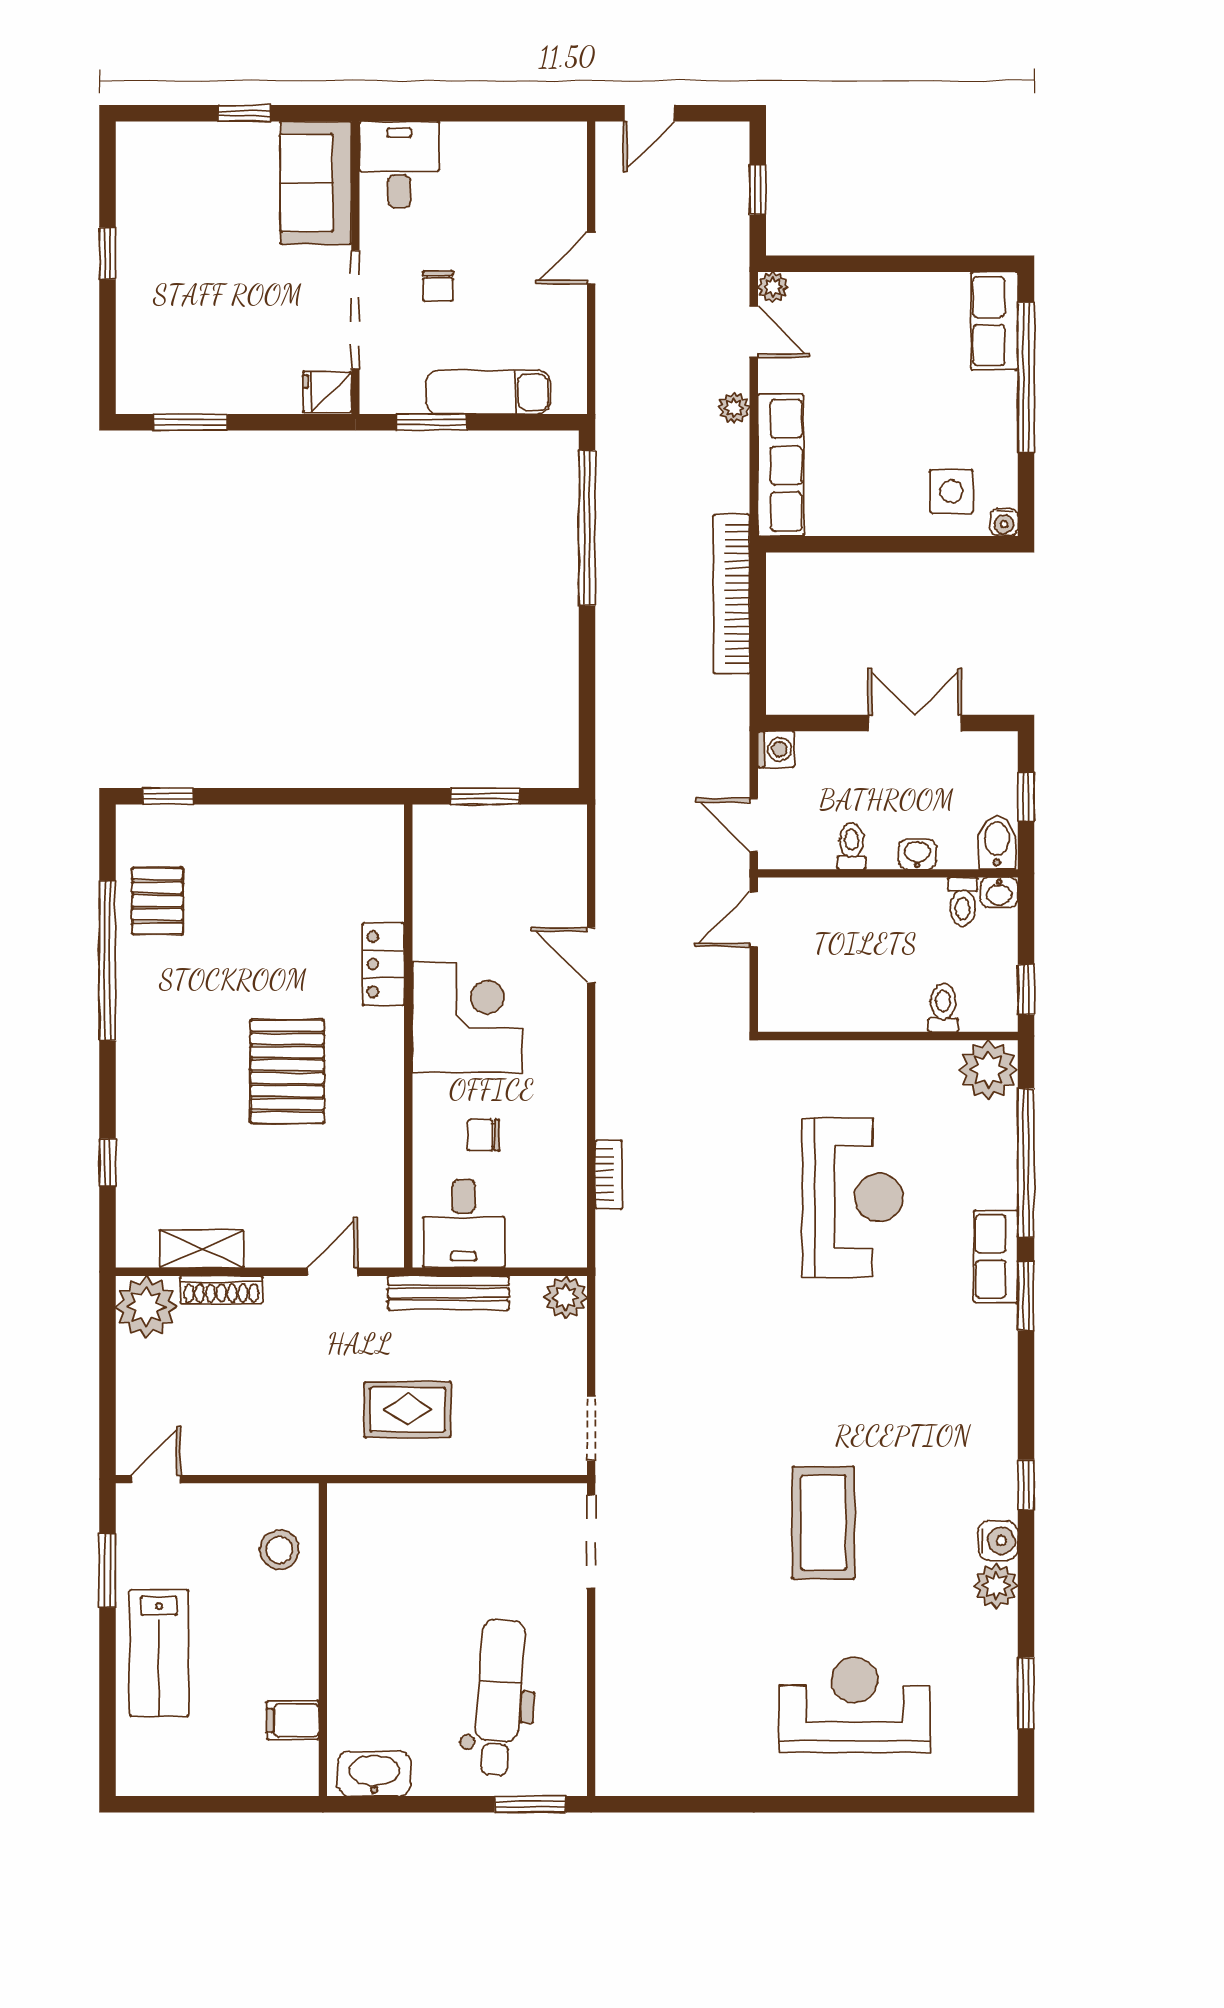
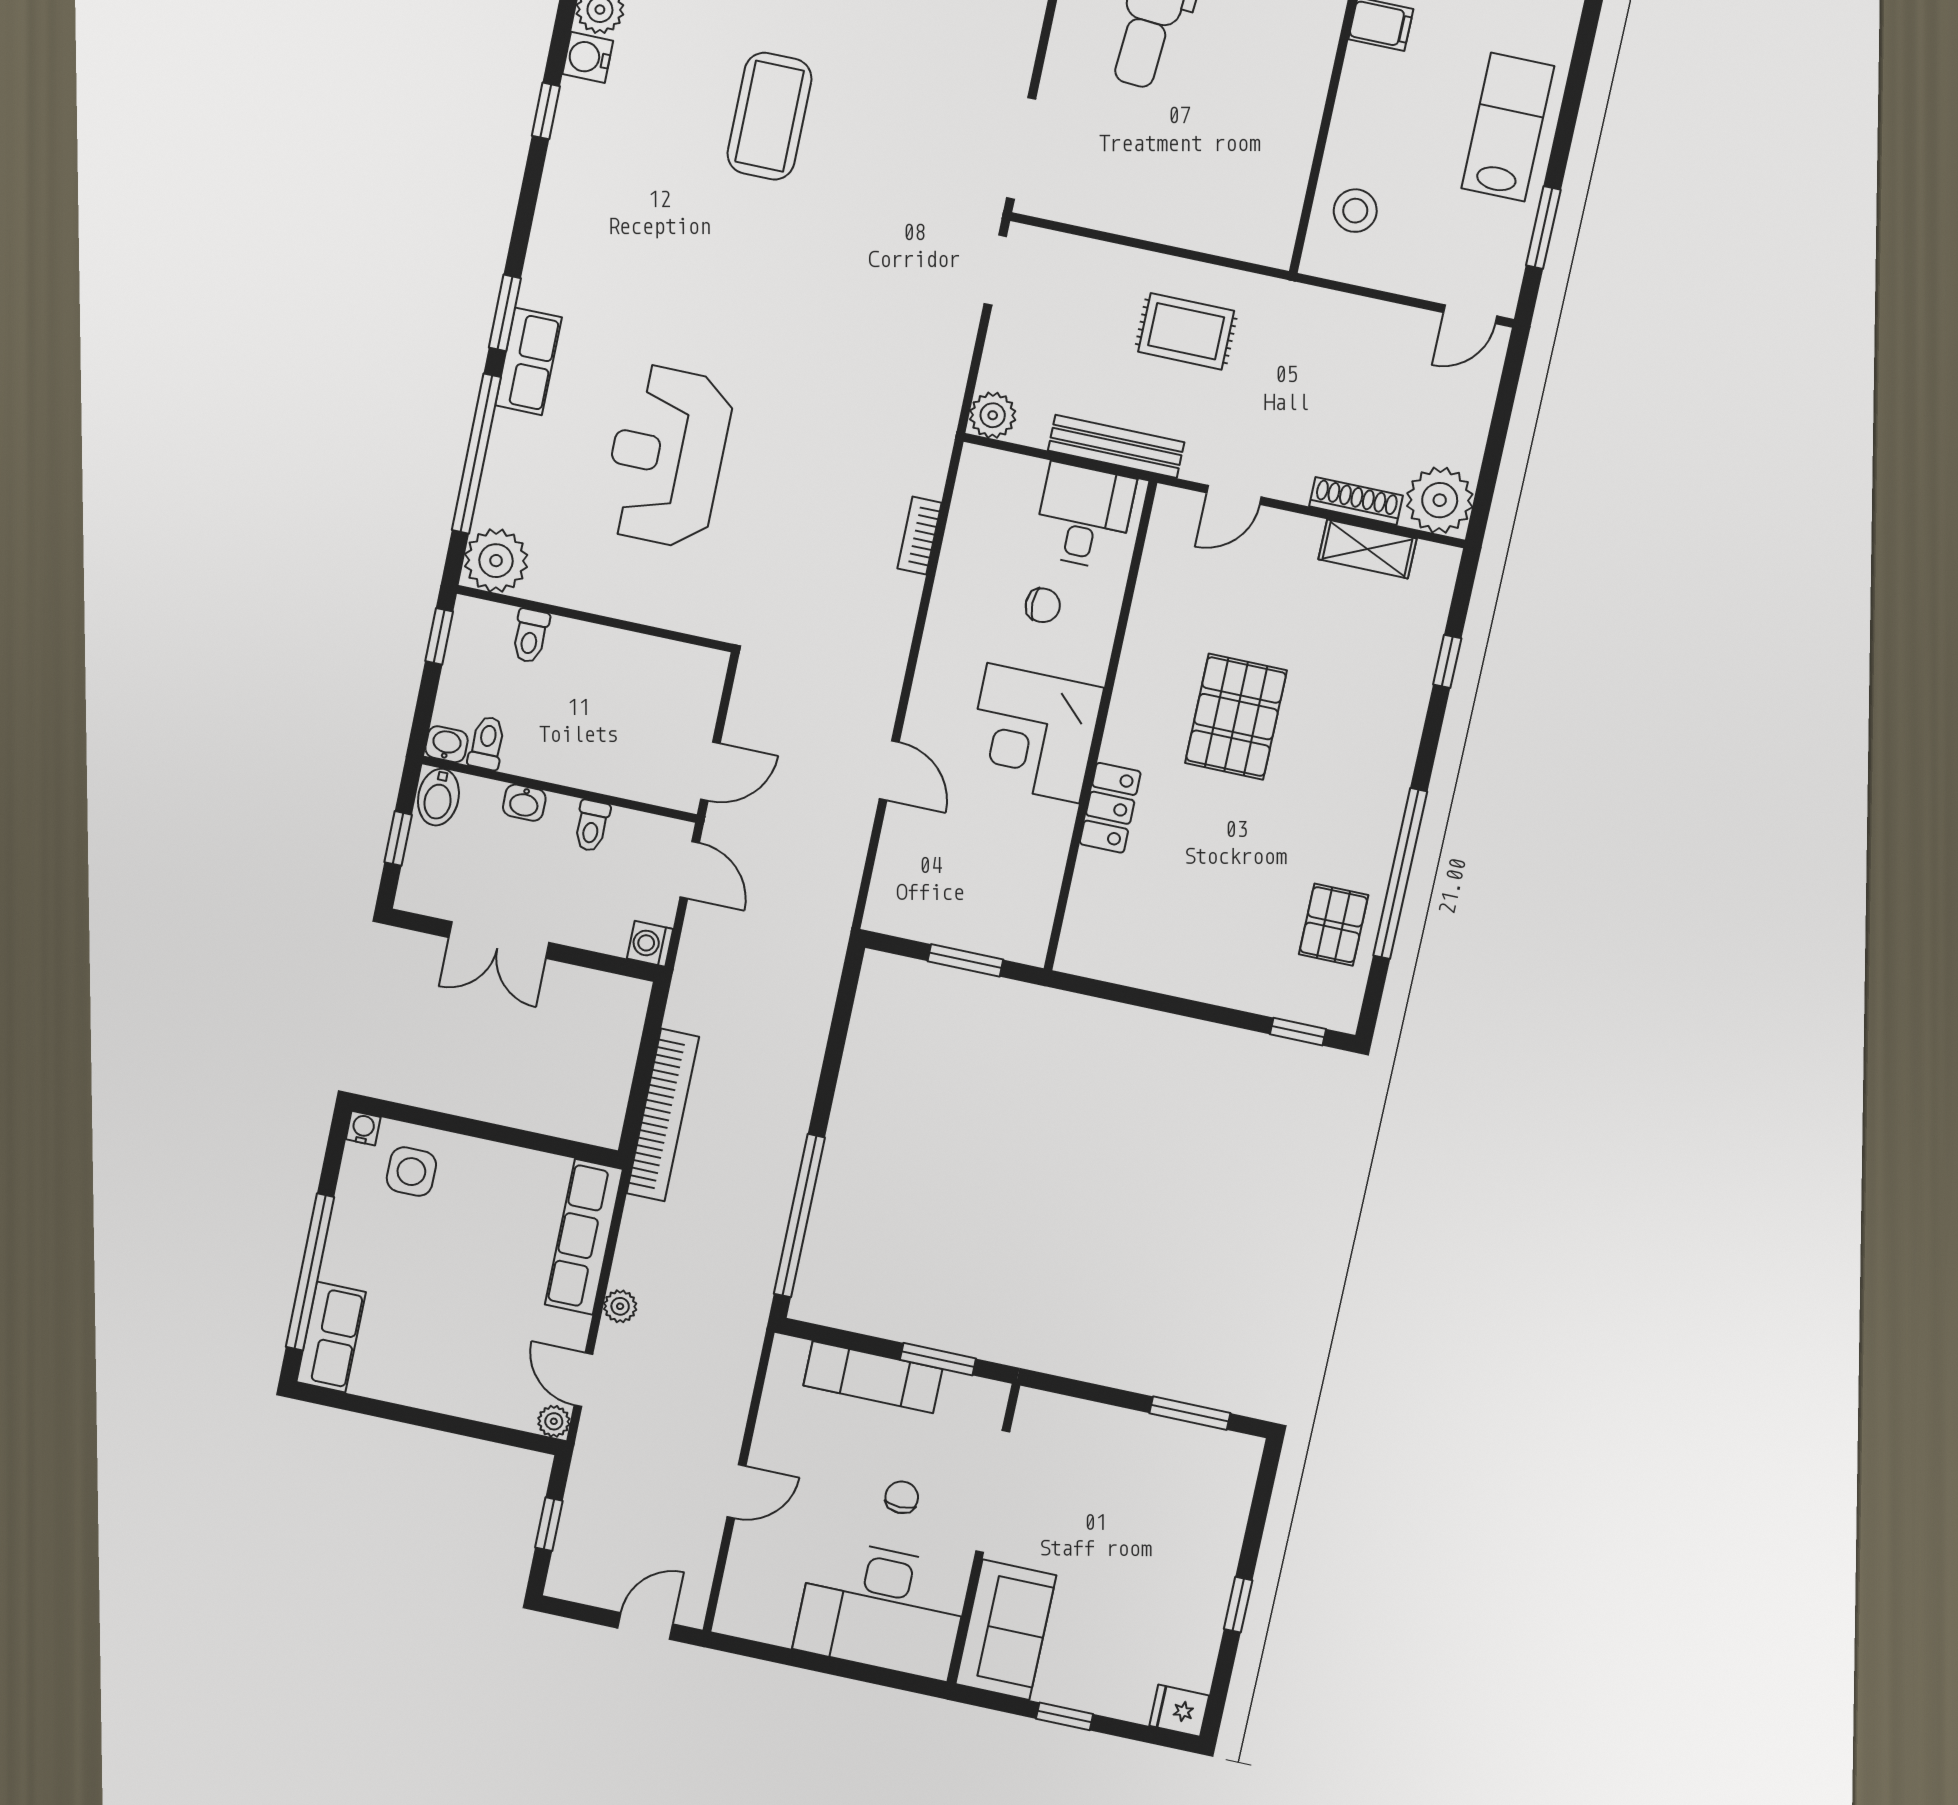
desk: (399, 165) -> (882, 1609), width x1.87, depth x1.30
fridge: (327, 392) -> (1179, 1711), moved, turned 180

